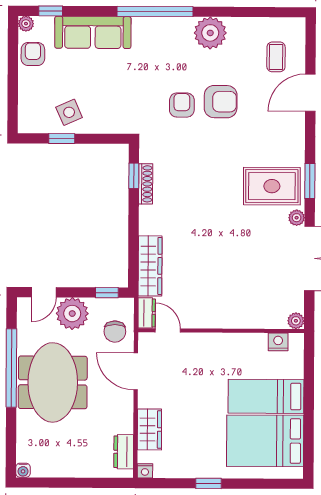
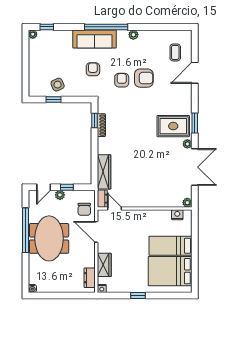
sofa: (93, 32) -> (94, 39), moved
plant: (210, 33) -> (133, 35), width x0.53, depth x0.53
armchair: (33, 54) -> (93, 69), moved
window: (107, 293) -> (67, 187), moved
plant: (72, 314) -> (60, 195), width x0.53, depth x0.53

